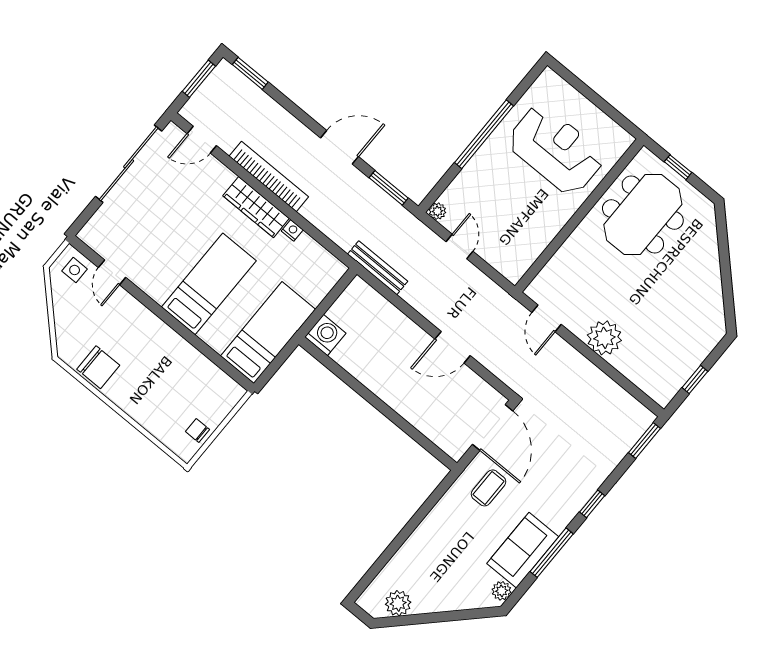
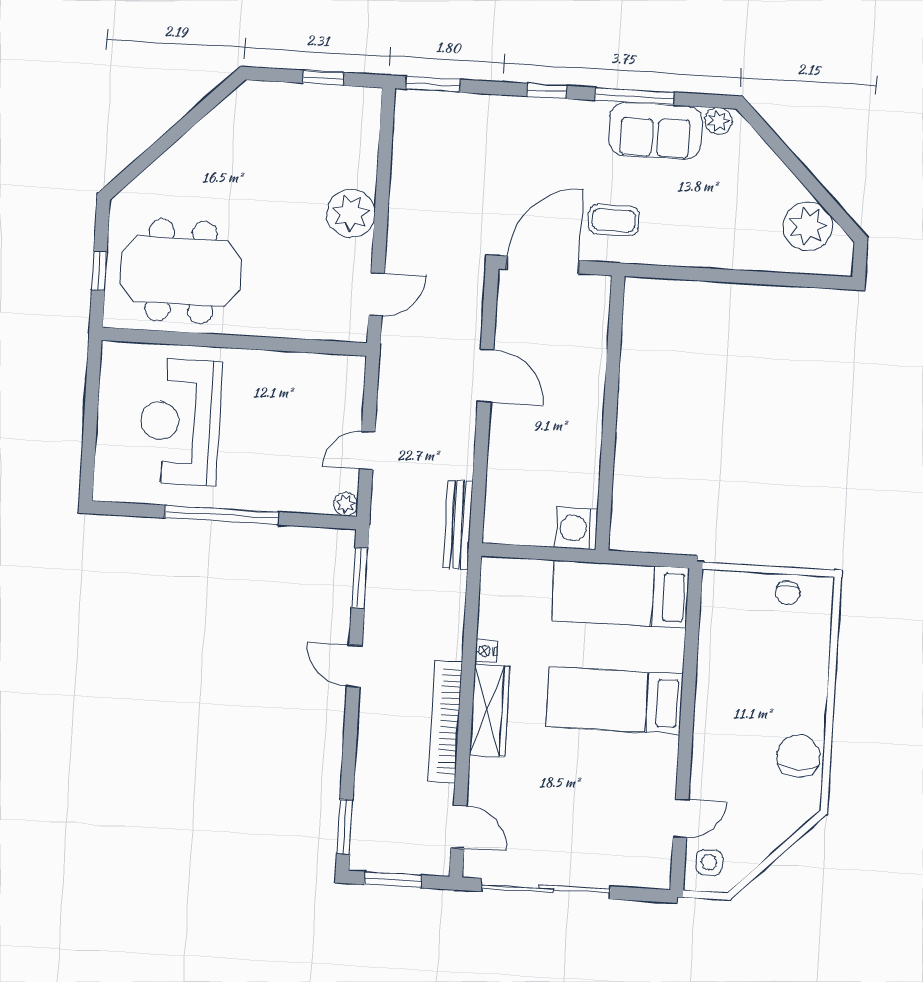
door: (340, 147) -> (354, 666), width x0.73
plant: (398, 603) -> (808, 226), width x1.36, depth x1.36

